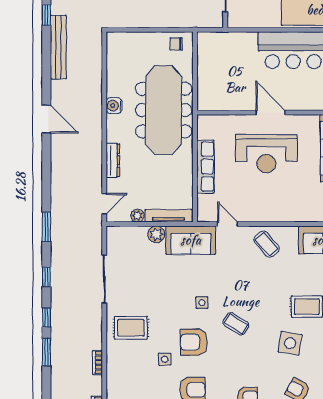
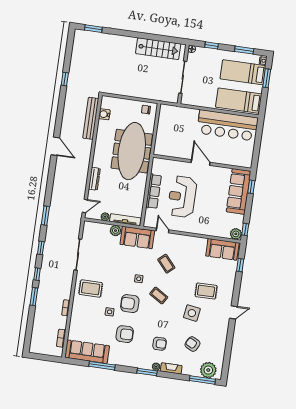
bench: (58, 47) -> (91, 118), moved
water cooler: (114, 106) -> (104, 114), moved
reception desk: (266, 154) -> (182, 197), moved, turned 90
coffee table: (267, 244) -> (166, 264), moved

